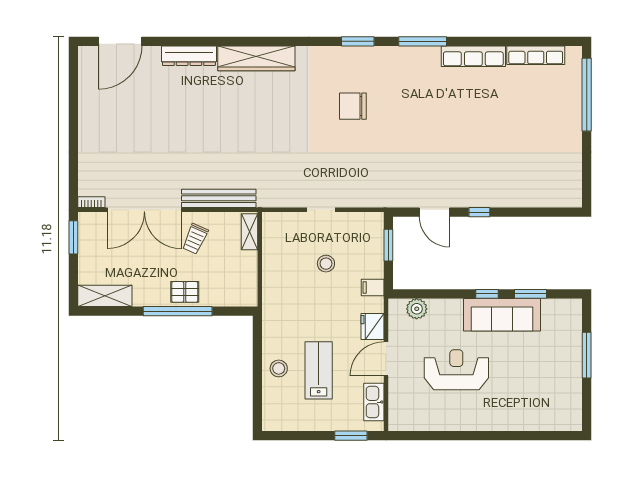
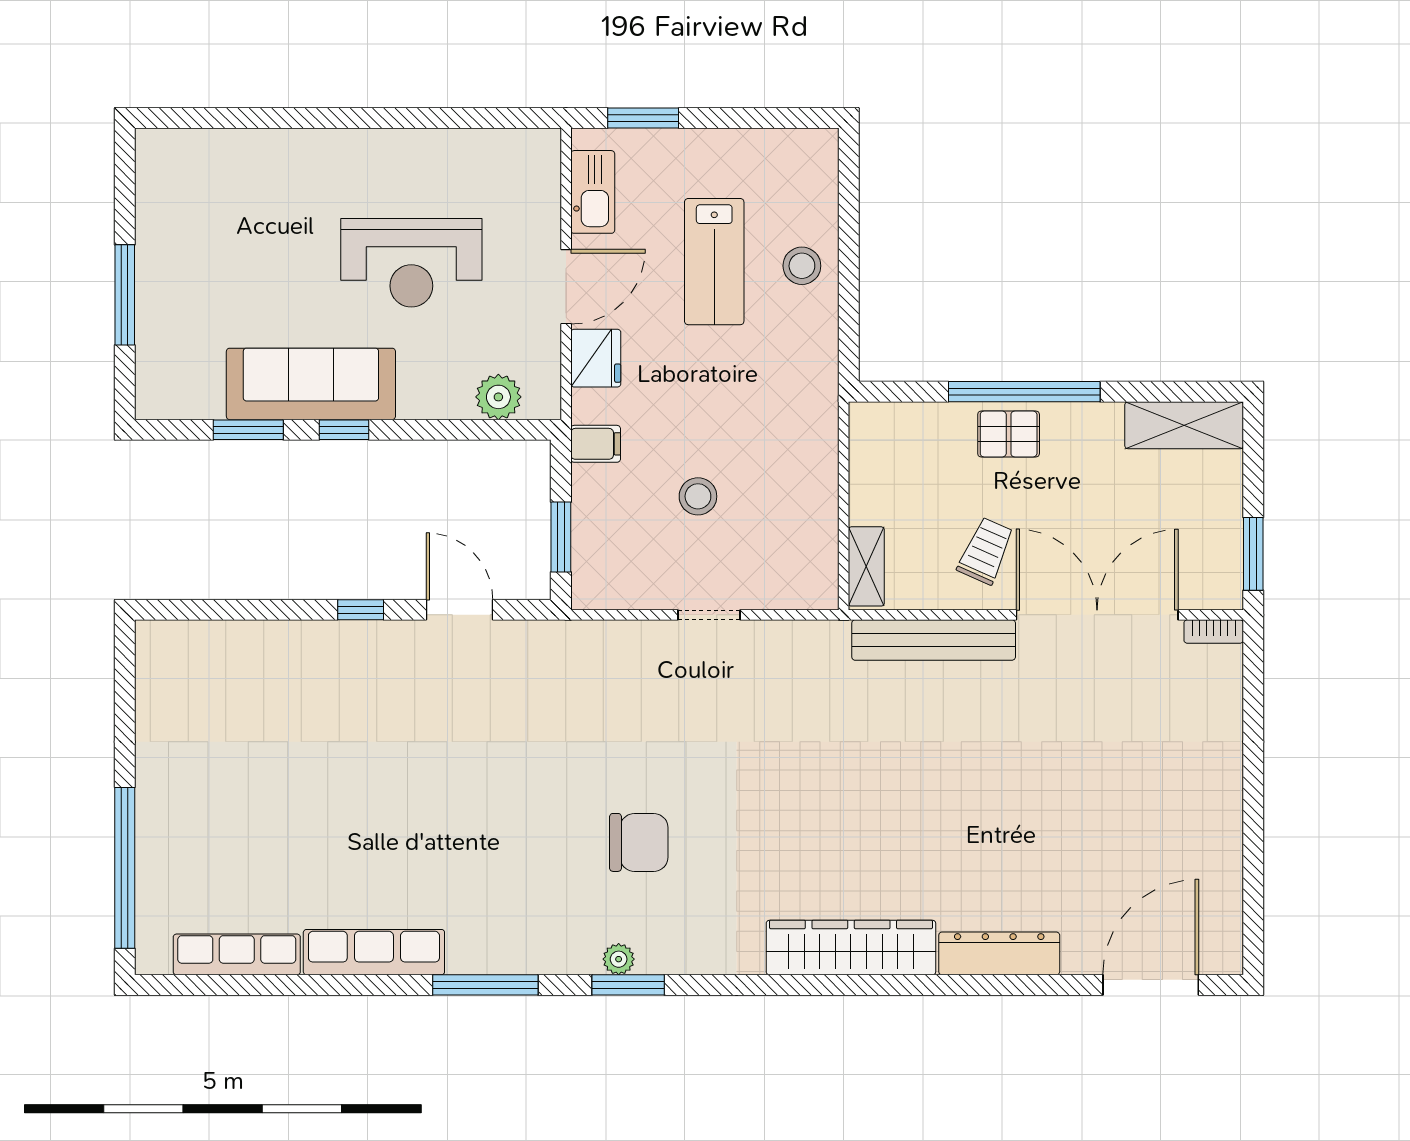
plant: (362, 53) -> (619, 959), added

